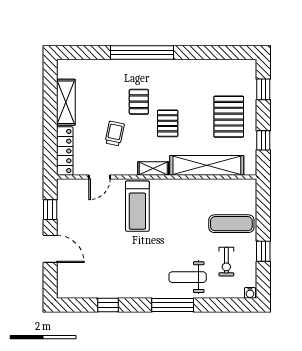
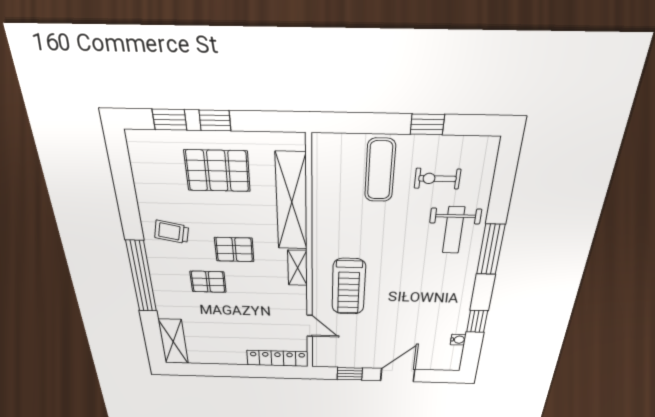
shelving: (66, 102) -> (173, 342), moved, turned 90
trolley: (115, 133) -> (172, 232), moved
window: (263, 140) -> (215, 120), moved
treadmill: (137, 206) -> (349, 287), turned 90
exercise bike: (226, 262) -> (437, 179), turned 180
water cooler: (250, 293) -> (458, 340), moved

